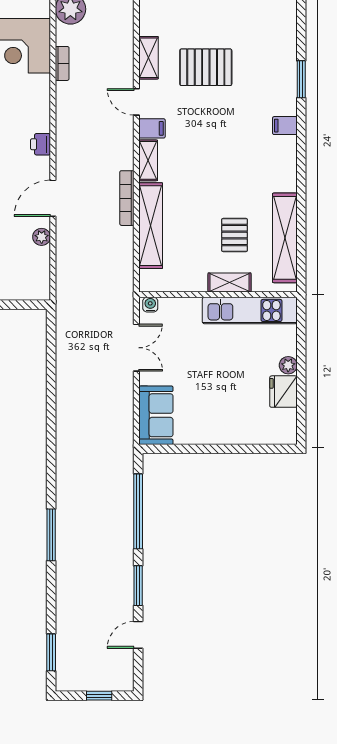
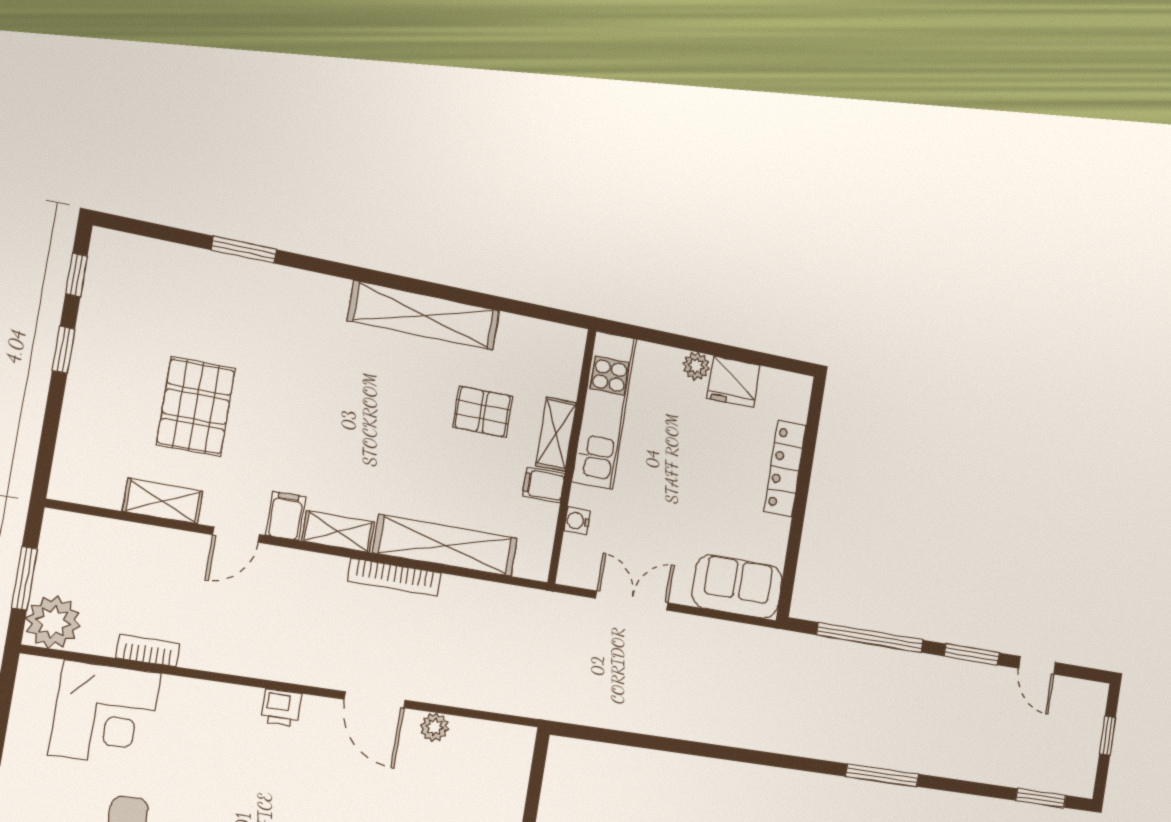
filing cabinet: (285, 126) -> (544, 485), moved, turned 90
shelving: (285, 238) -> (424, 315), moved
water cooler: (150, 305) -> (577, 521), moved
locker: (236, 435) -> (785, 468), added

